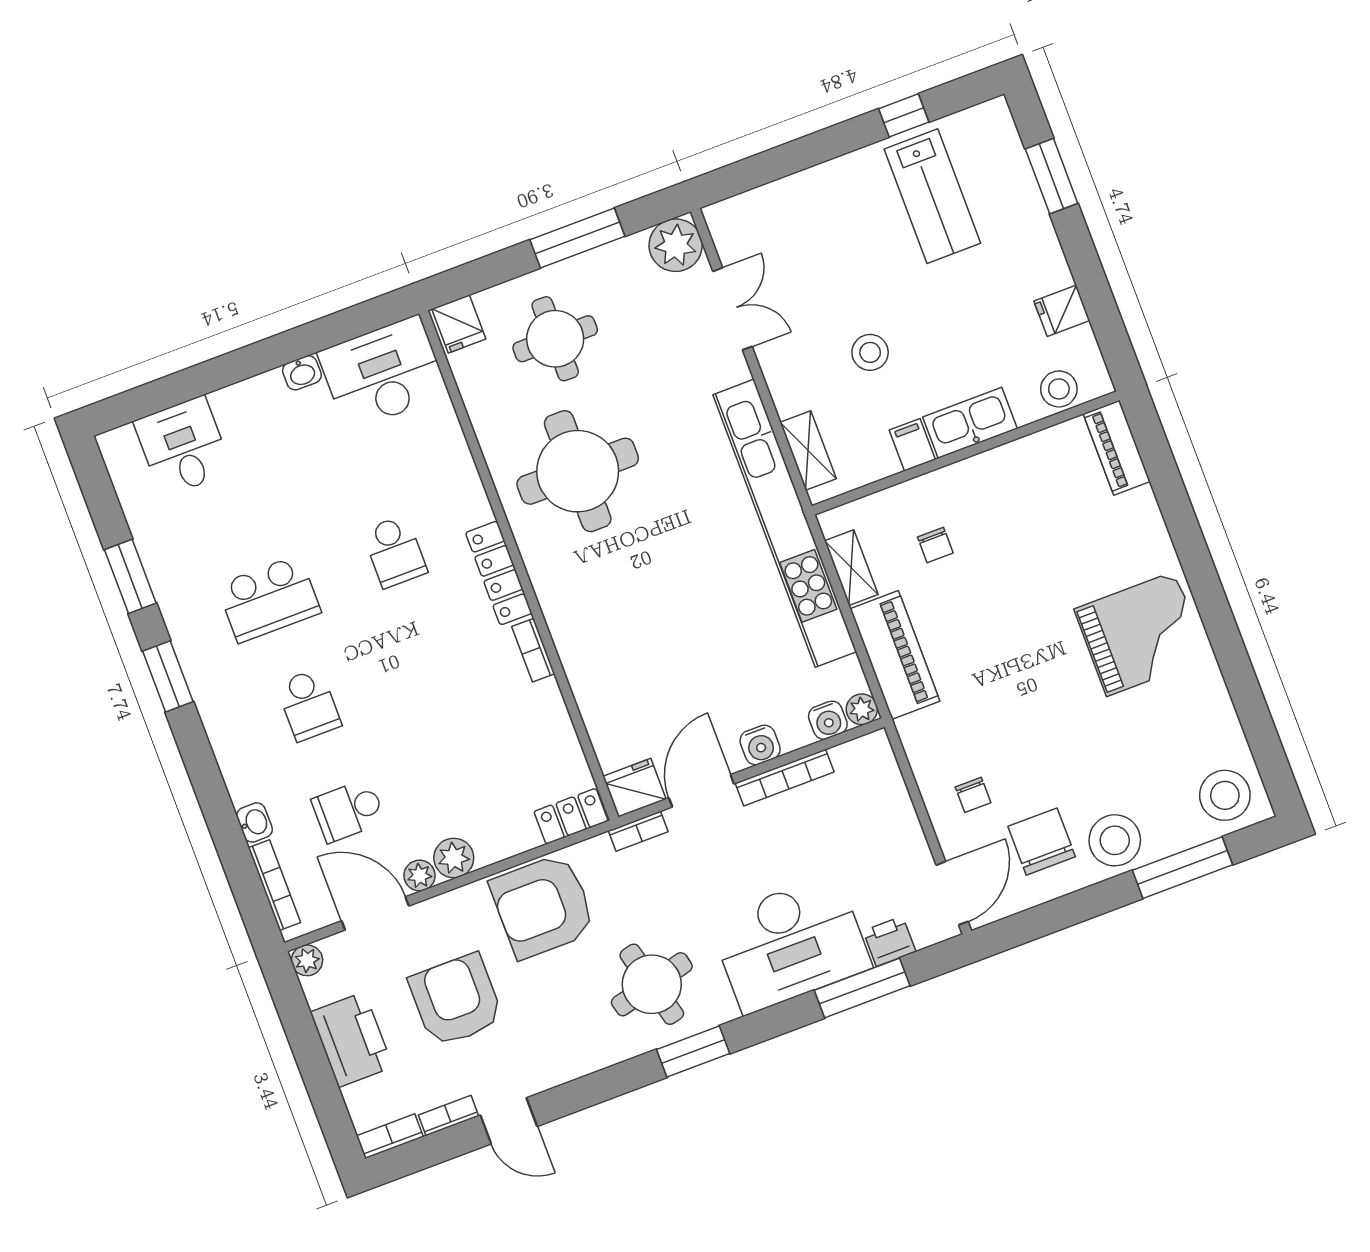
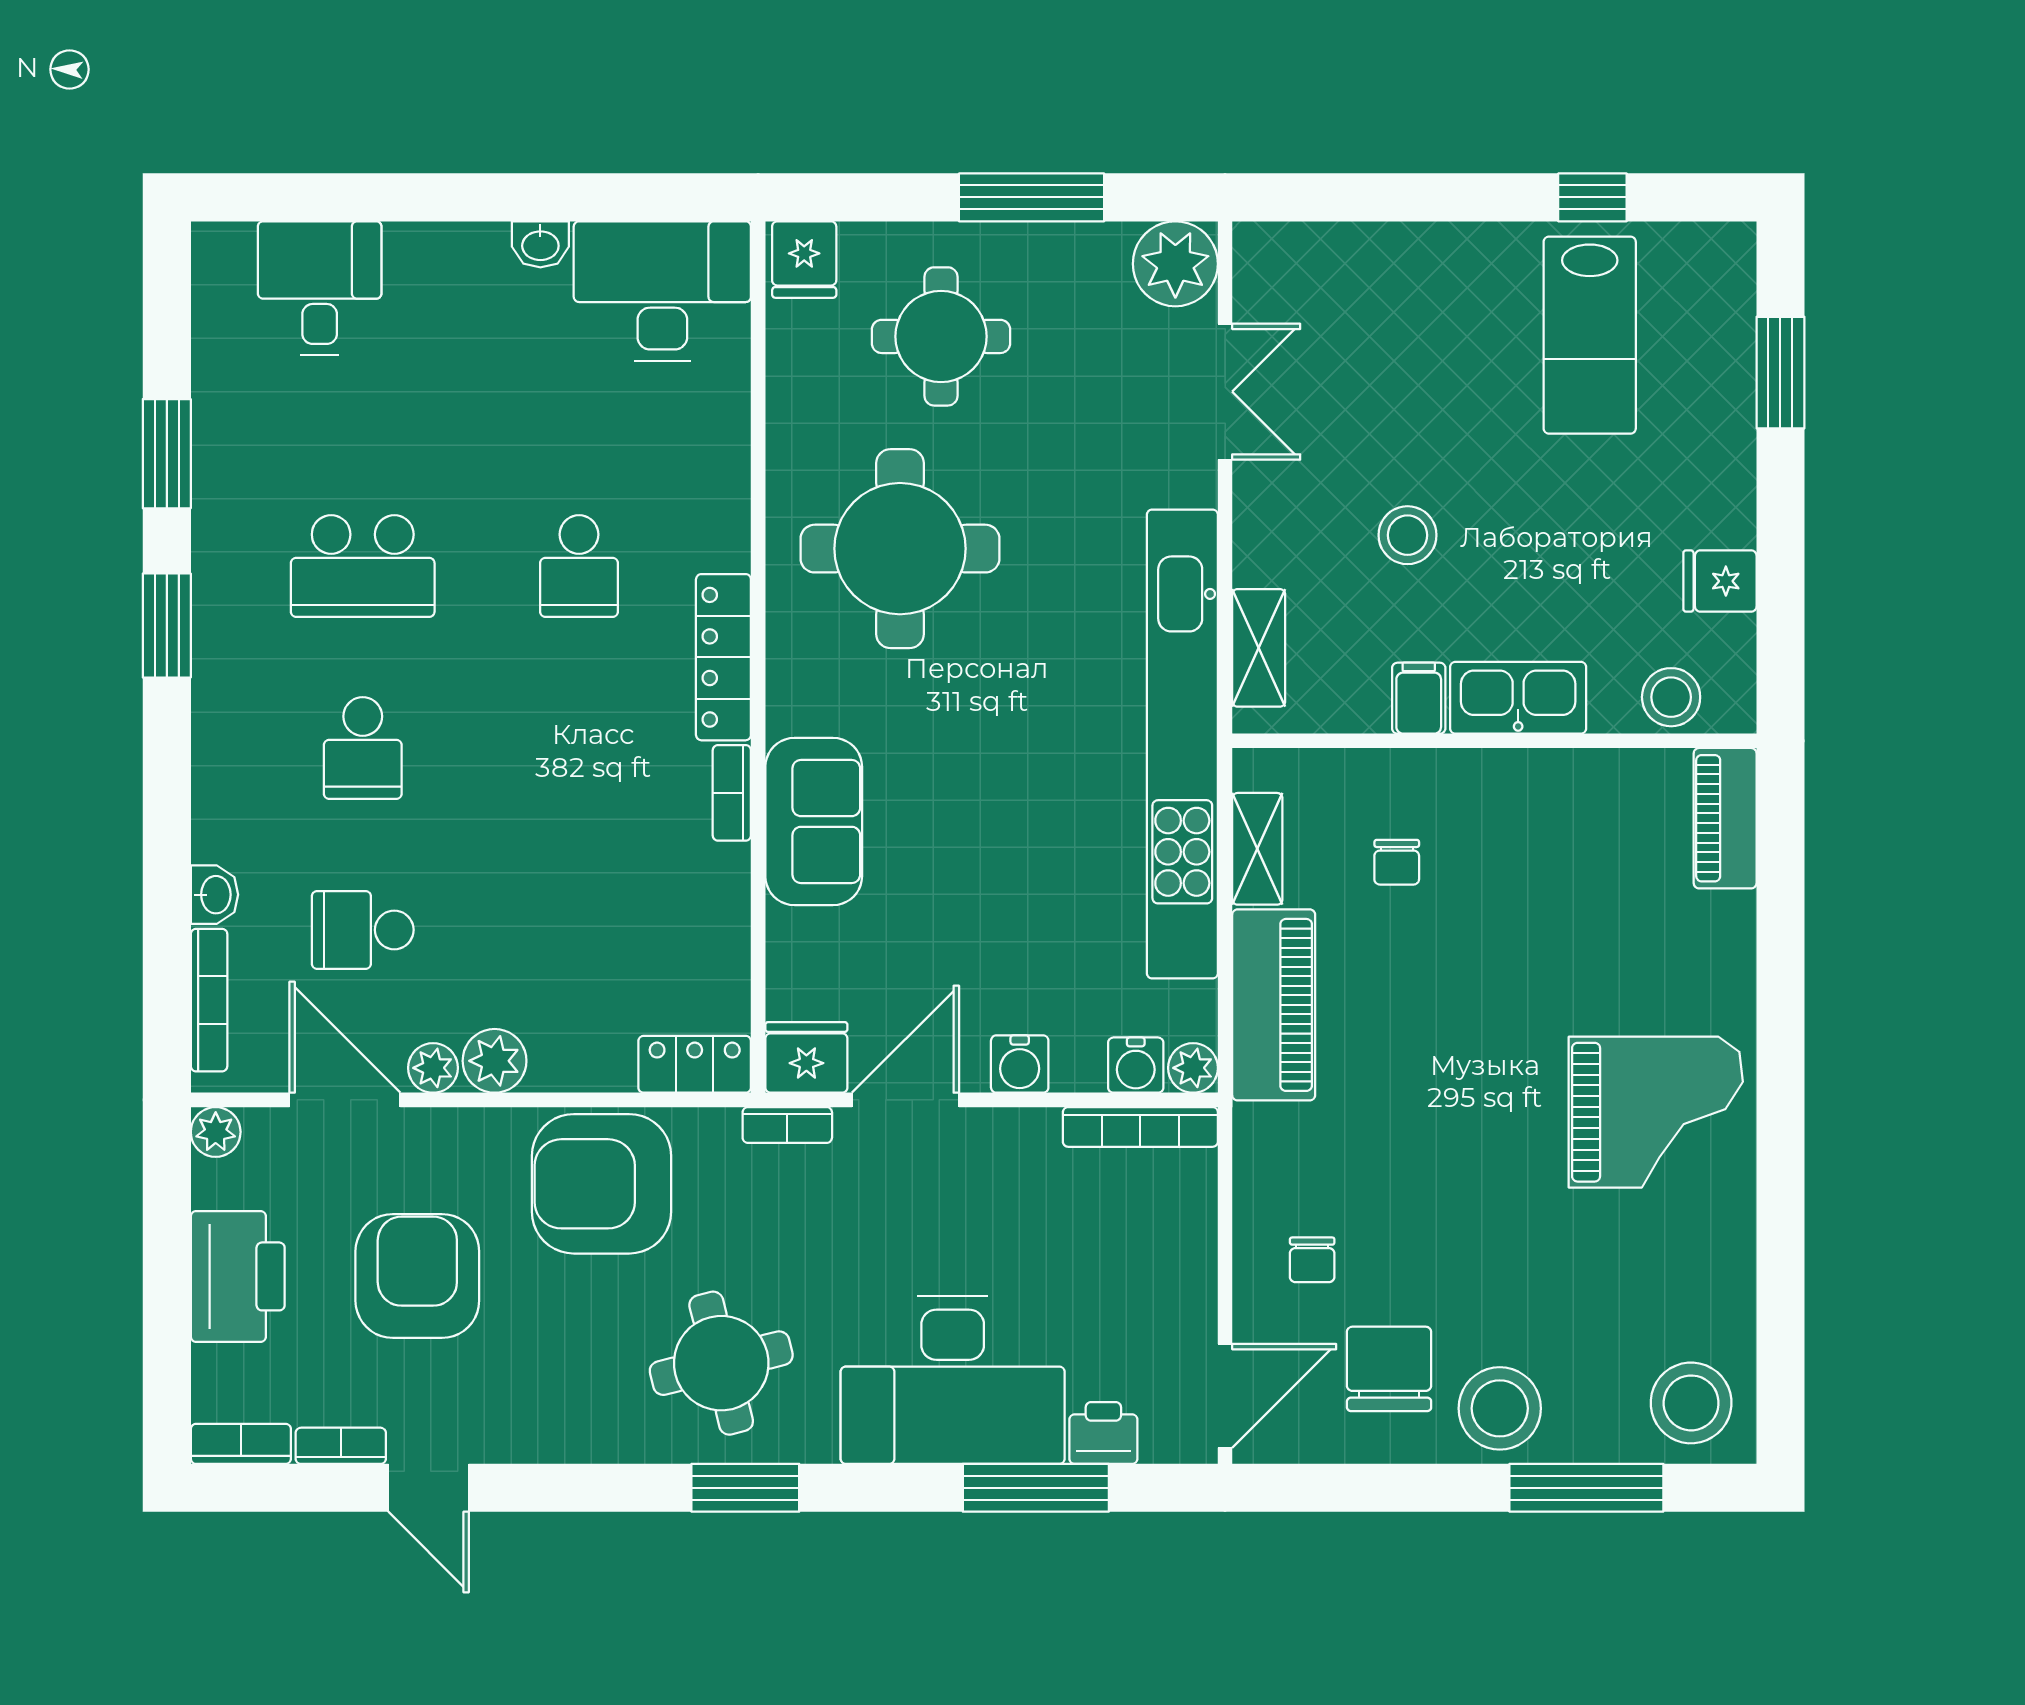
sofa: (587, 649) -> (814, 821), added
bookcase: (785, 778) -> (1140, 1127), moved

